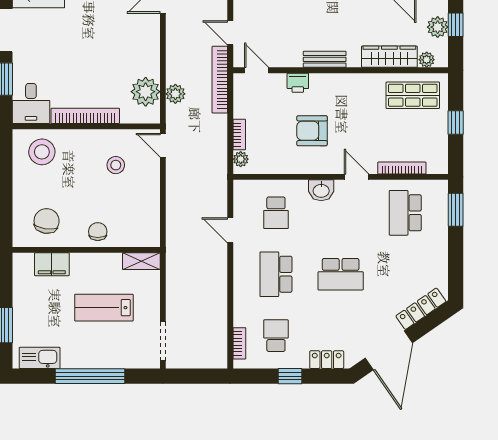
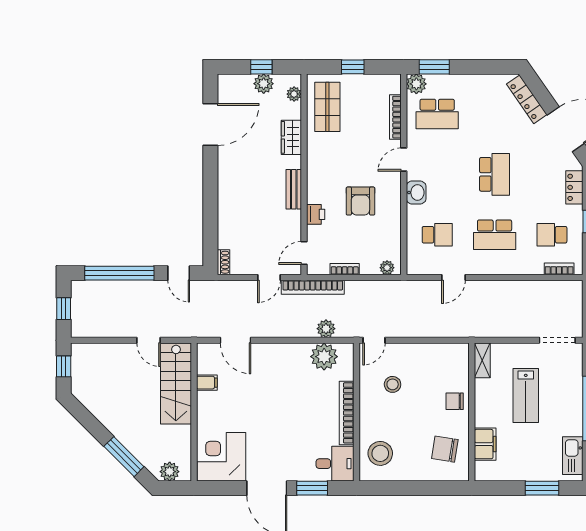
wardrobe: (389, 57) -> (291, 137), width x0.67
bookcase: (239, 135) -> (345, 269), moved
plant: (437, 191) -> (416, 84), added

